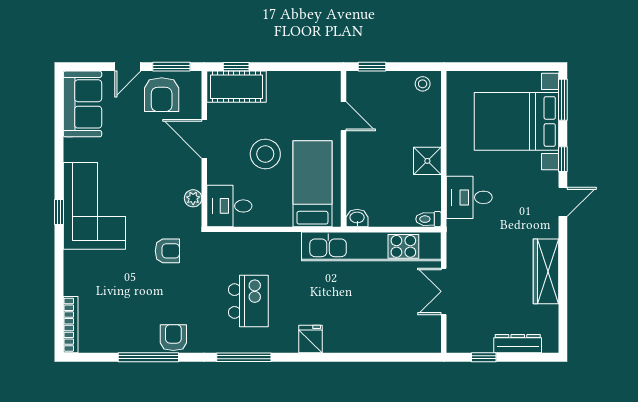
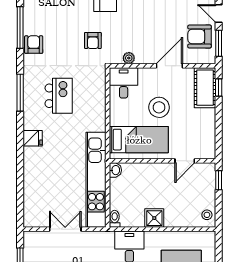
kitchen island: (248, 301) -> (59, 96), turned -90
armchair: (173, 338) -> (34, 45), turned -90

